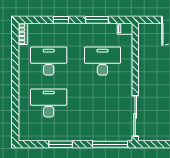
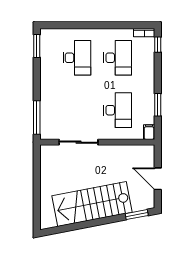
window: (61, 20) -> (158, 45), moved
sliding door: (135, 116) -> (79, 142), moved
window: (61, 144) -> (37, 46), moved

